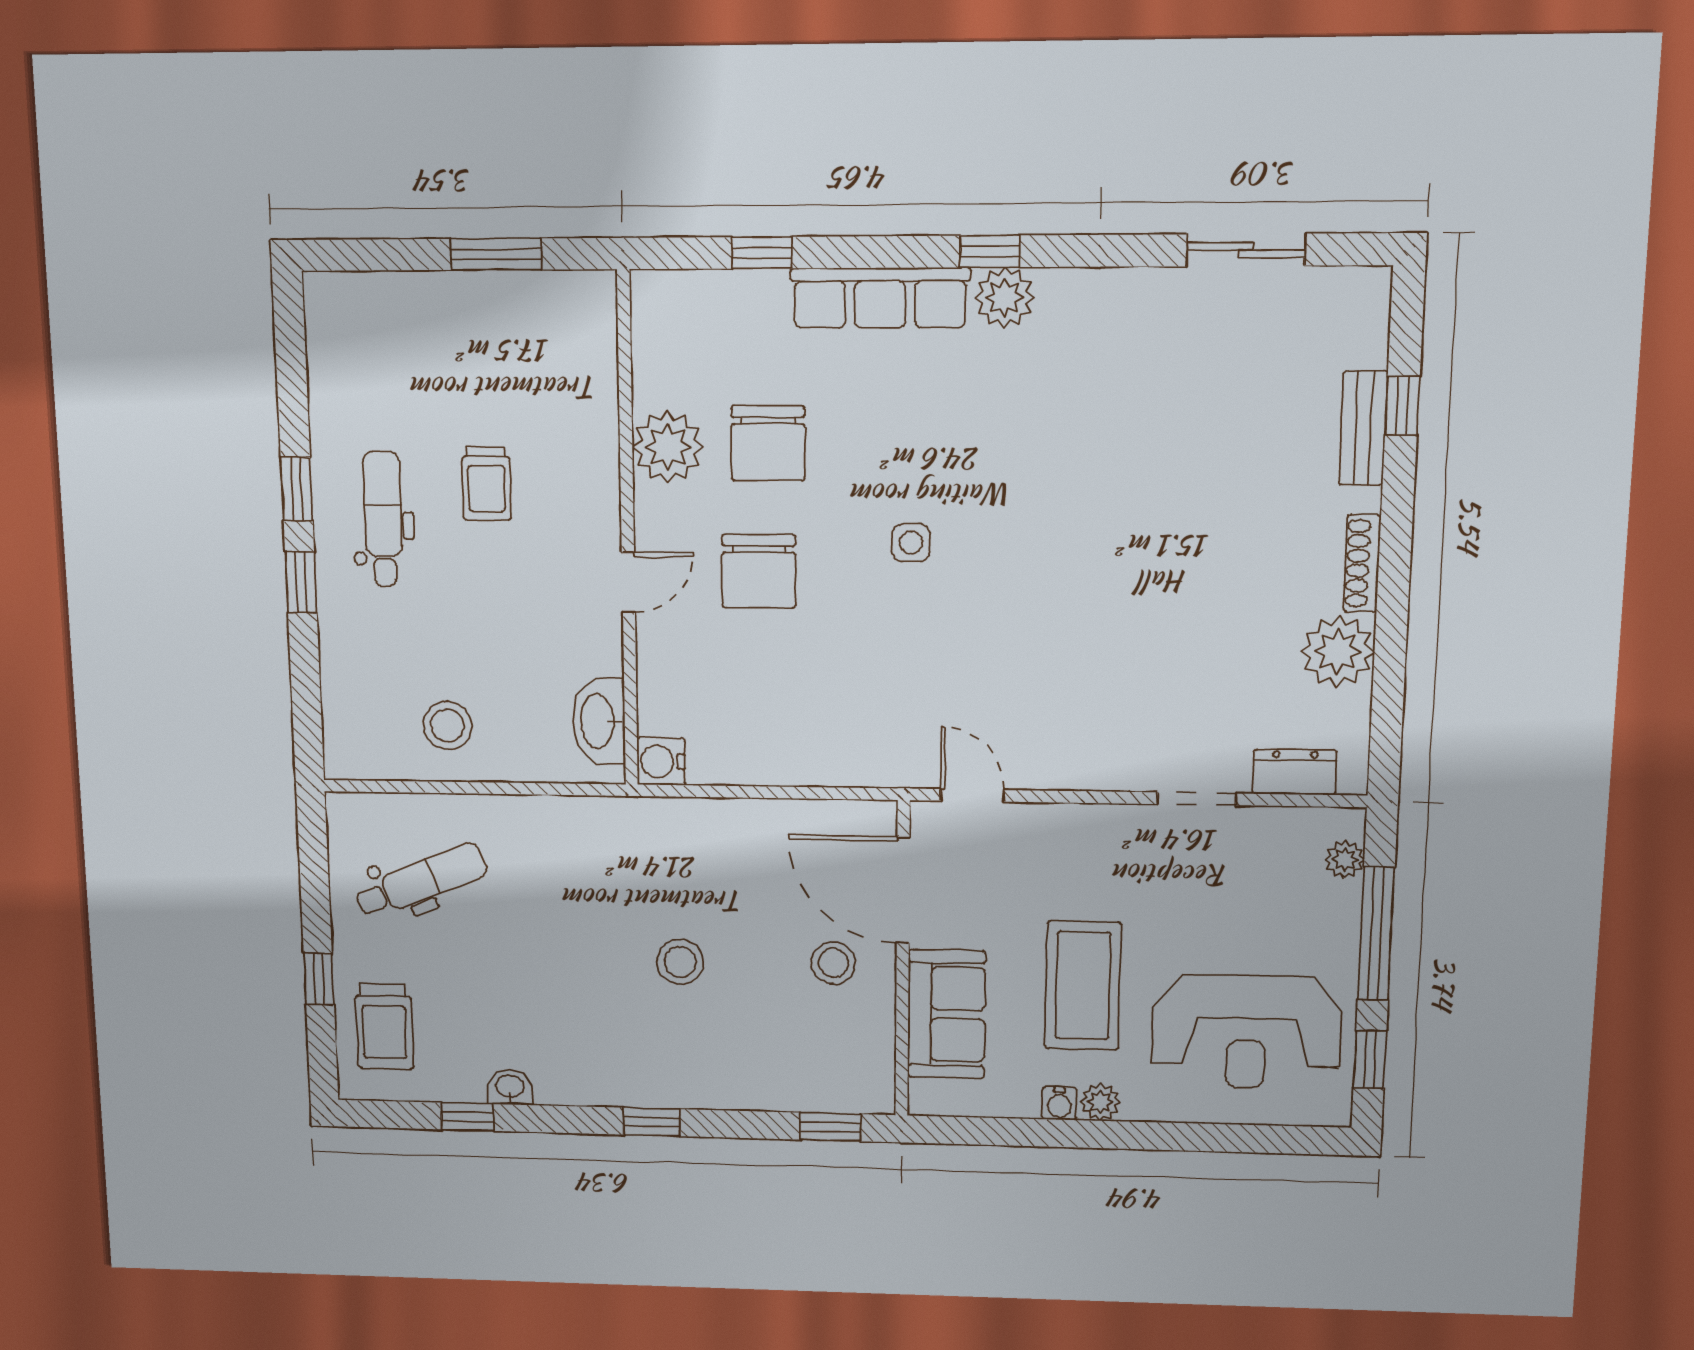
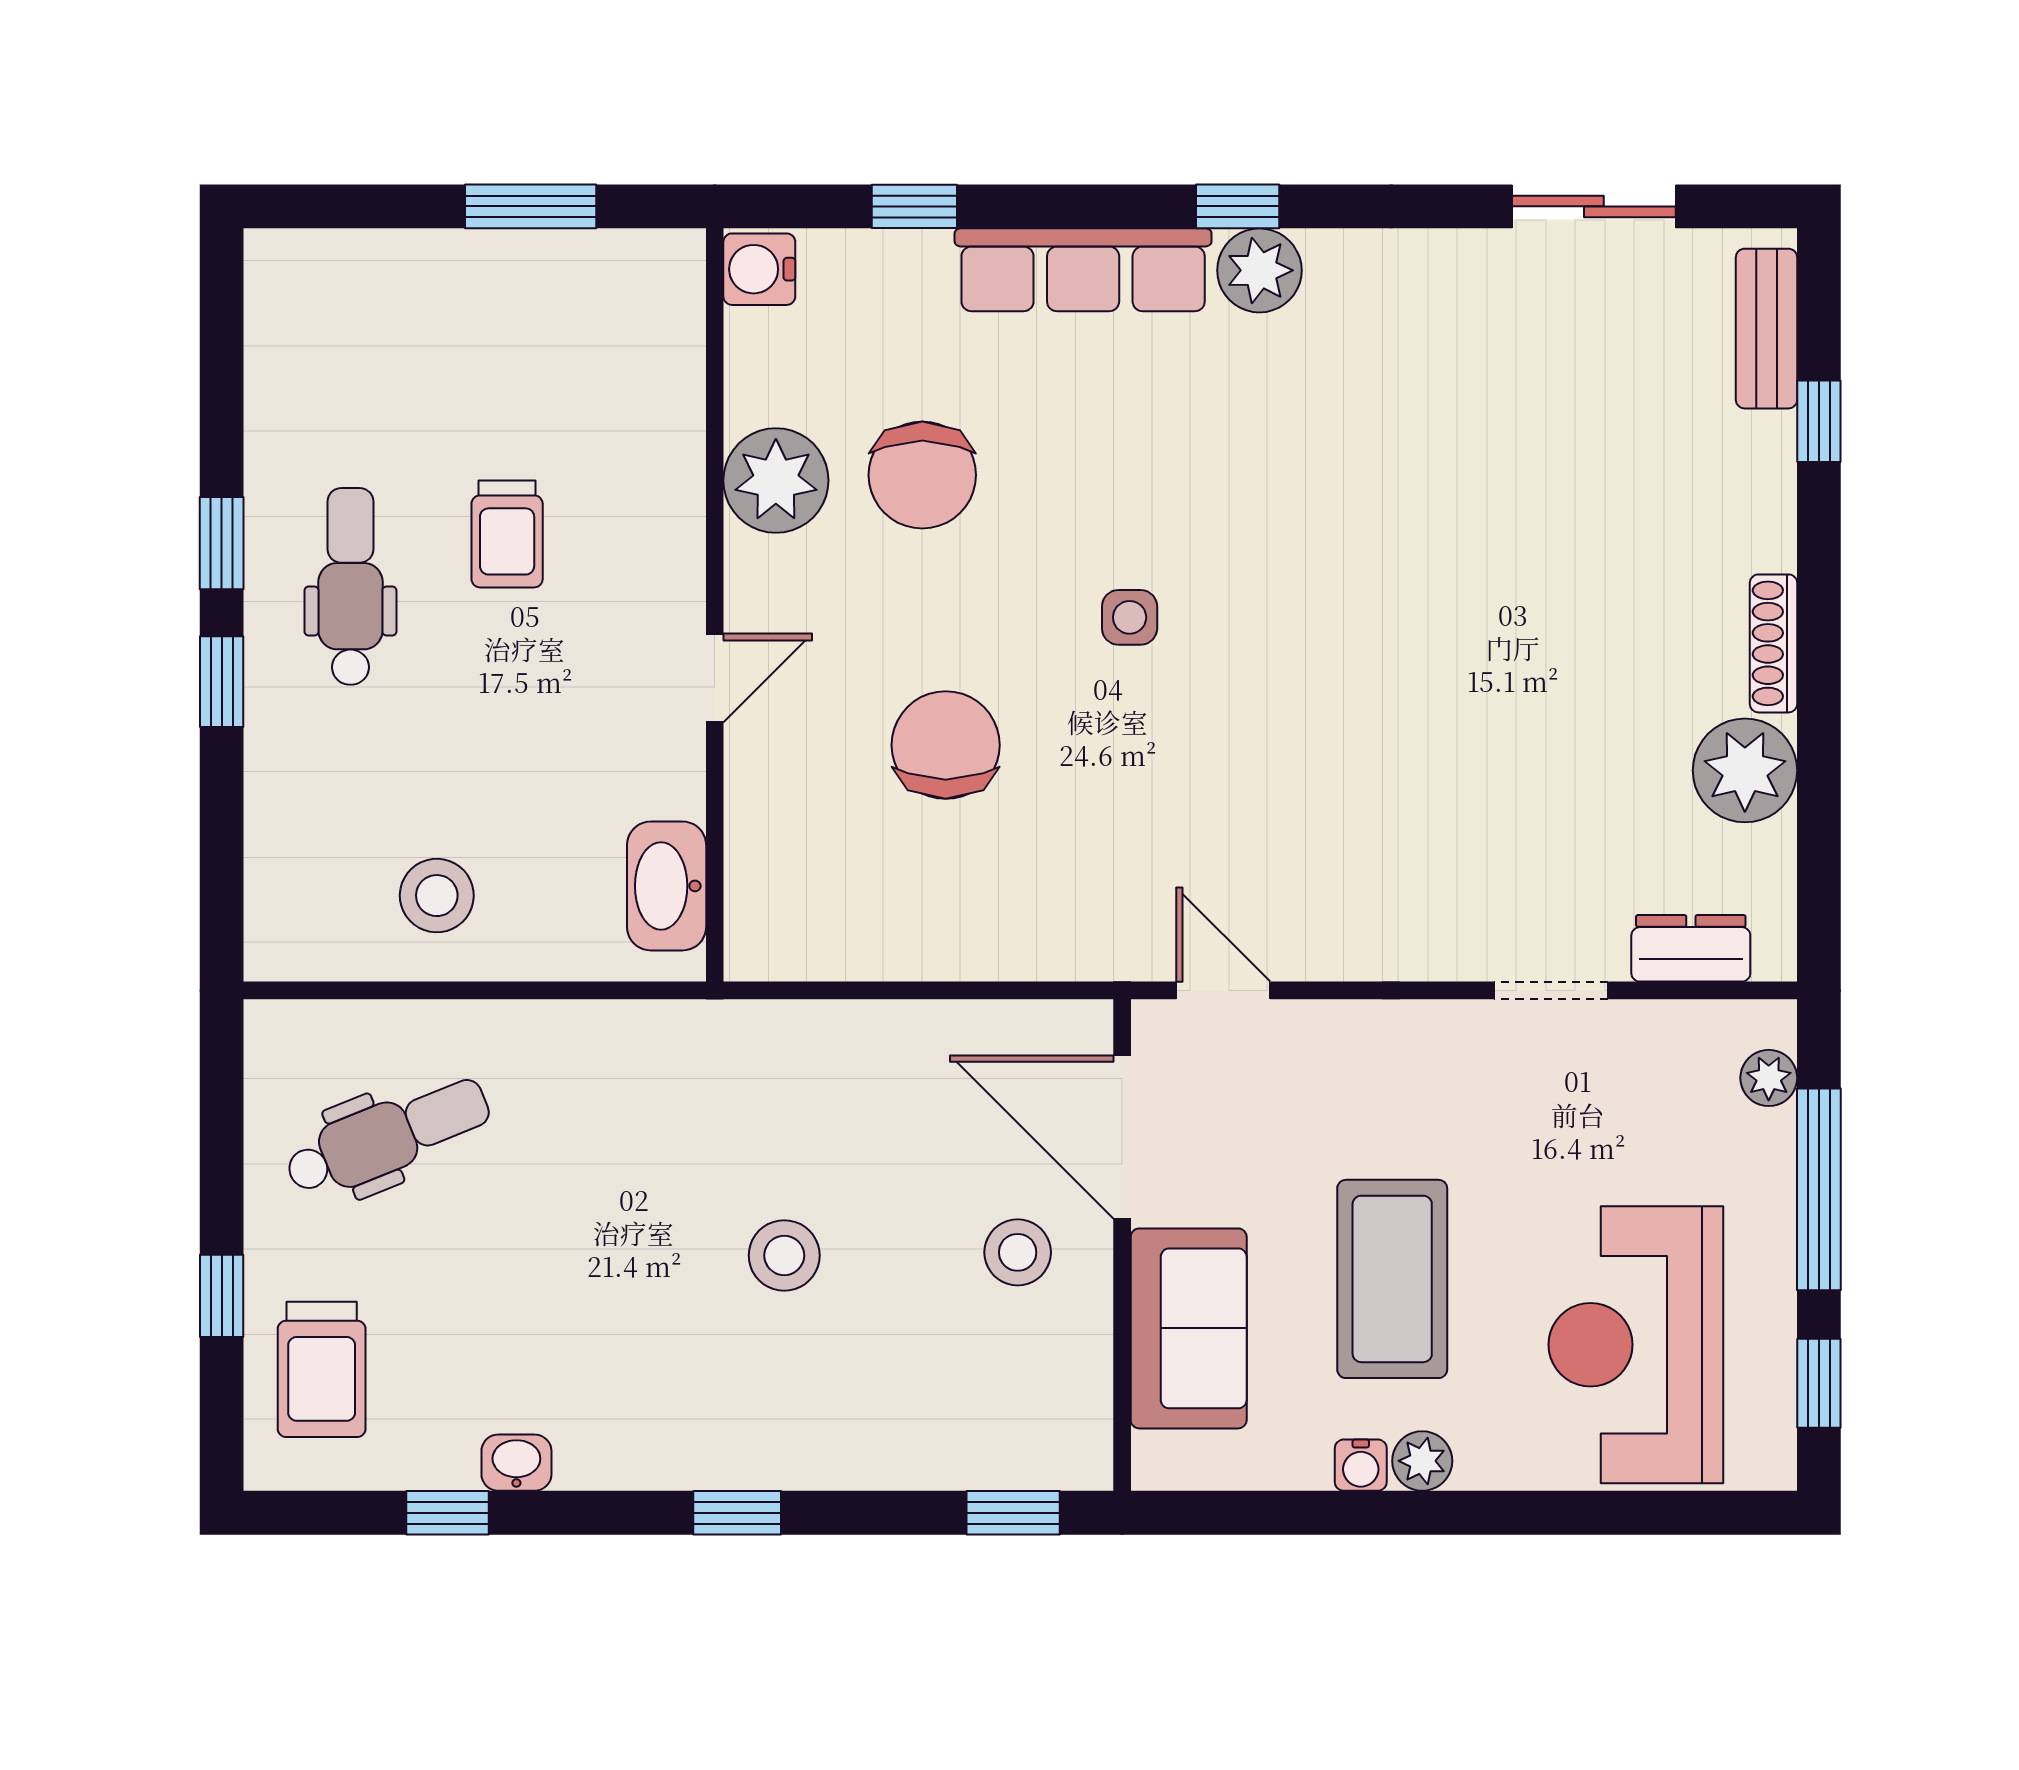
bench: (1363, 428) -> (1766, 329), moved
chair: (759, 571) -> (946, 745), moved, turned 180
water cooler: (661, 761) -> (759, 269), moved
reception desk: (1246, 1032) -> (1636, 1345), turned 90

